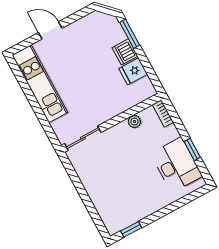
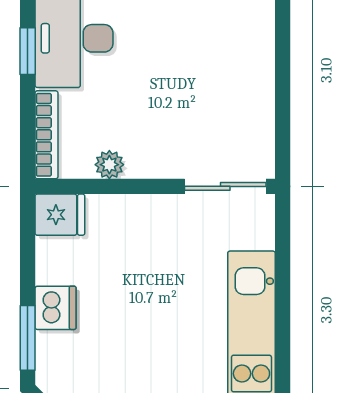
fridge: (133, 71) -> (60, 215), moved
bookcase: (163, 113) -> (46, 135), width x1.56

